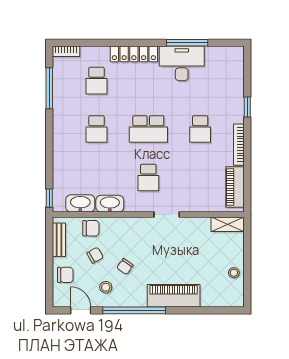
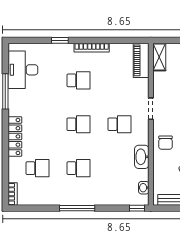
desk: (182, 63) -> (23, 70), moved
window: (49, 88) -> (77, 208), moved
school desk: (148, 129) -> (78, 124), width x0.54
piano: (235, 187) -> (141, 60), moved, turned 90
washbasin: (80, 203) -> (144, 188), width x0.52, depth x0.69
chair: (91, 228) -> (165, 143), moved, turned 180

